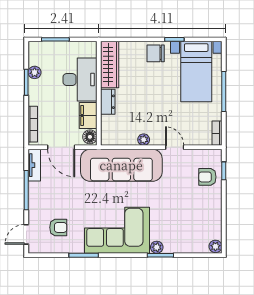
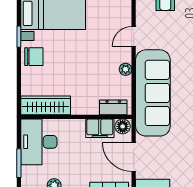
chair: (156, 53) -> (34, 57), turned -90
desk: (80, 80) -> (39, 142), moved, turned -90
dresser: (108, 102) -> (113, 107), moved
door: (61, 147) -> (134, 157), swing flipped

